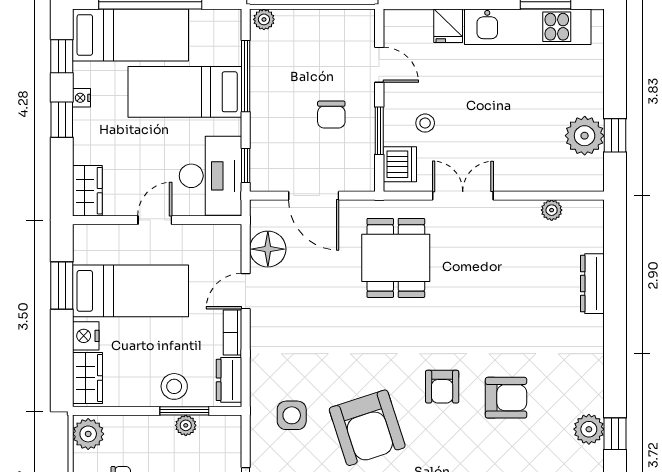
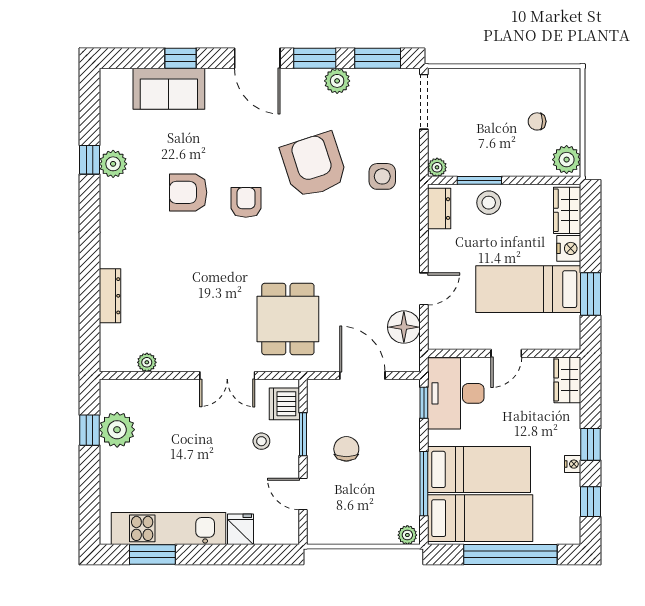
bed: (131, 35) -> (480, 518), moved, turned 180
bookcase: (232, 332) -> (436, 251), removed
plant: (186, 425) -> (437, 167), moved

